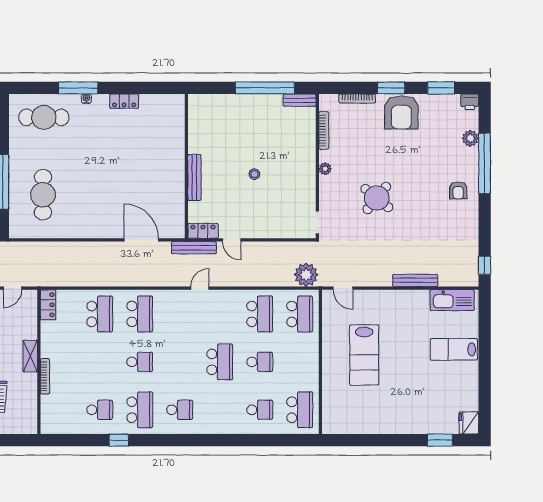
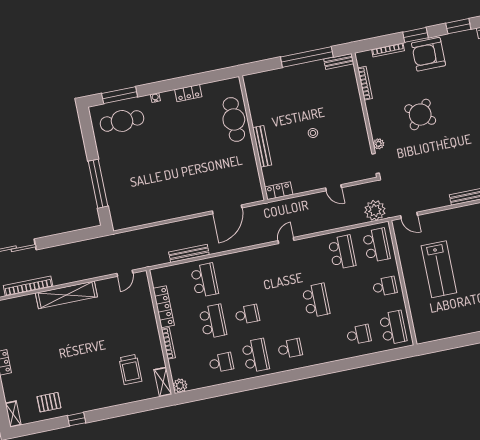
window: (78, 88) -> (120, 95), moved
armchair: (401, 112) -> (428, 54), turned 90
plant: (325, 169) -> (378, 144), moved
cafe table: (43, 195) -> (234, 119), moved
round table: (377, 198) -> (420, 115), moved
door: (141, 240) -> (227, 209), swing flipped
door: (232, 240) -> (334, 188), moved
bench: (194, 248) -> (189, 253), moved
locker: (48, 305) -> (164, 307), moved, width x1.53
school desk: (140, 314) -> (213, 321), moved
shelving: (30, 356) -> (163, 382), moved
school desk: (260, 362) -> (385, 286), moved
plant: (48, 426) -> (180, 386), added
window: (119, 440) -> (243, 385), removed

